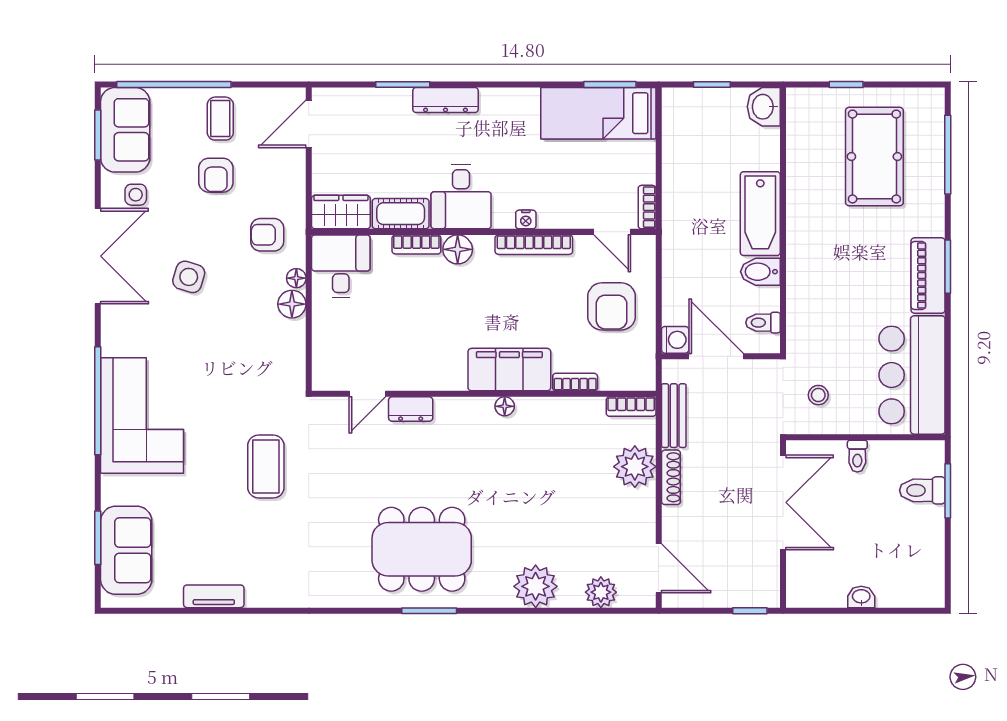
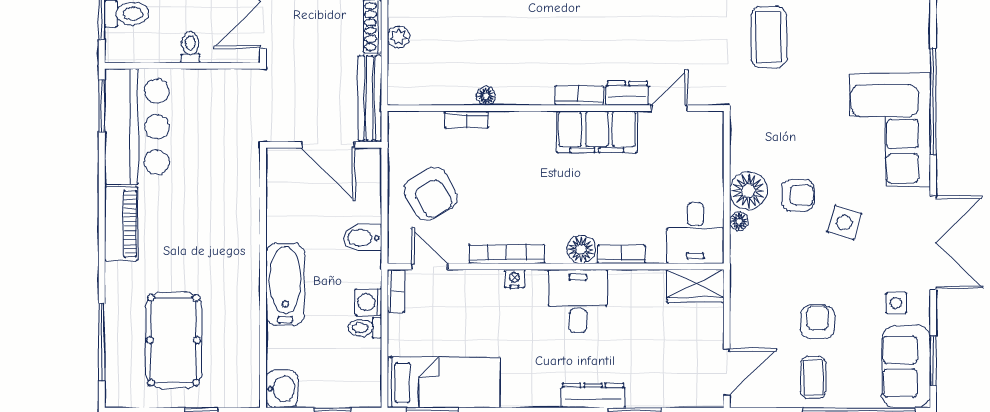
cot: (401, 214) -> (637, 284), removed
armchair: (267, 235) -> (798, 195), moved
double door: (98, 256) -> (933, 243), swing flipped
window: (948, 267) -> (102, 106), moved
bidet: (760, 272) -> (362, 238), moved, turned 180
floor lamp: (292, 304) -> (748, 191), width x1.38, depth x1.38
armchair: (612, 306) -> (431, 194), turned 151
toilet: (763, 323) -> (365, 328), moved, turned 180
washing machine: (675, 340) -> (369, 302), moved
filing cabinet: (509, 370) -> (597, 132), moved
stool: (818, 395) -> (228, 107), removed
floor lamp: (505, 406) -> (486, 96), moved
bookcase: (631, 407) -> (579, 96), moved
corner sofa: (142, 416) -> (890, 130), moved
bench: (674, 416) -> (370, 98), width x1.36
plant: (635, 467) -> (398, 37), width x0.53, depth x0.53

